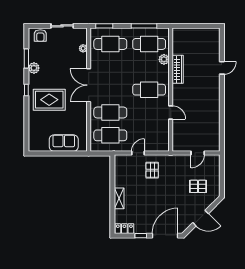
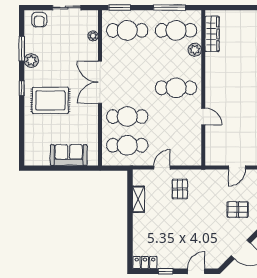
wardrobe: (178, 69) -> (212, 34), moved
shelving: (119, 198) -> (138, 199), moved
door: (165, 236) -> (196, 271), width x0.53

